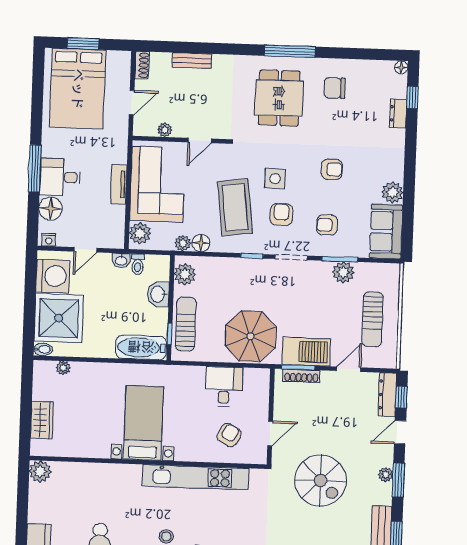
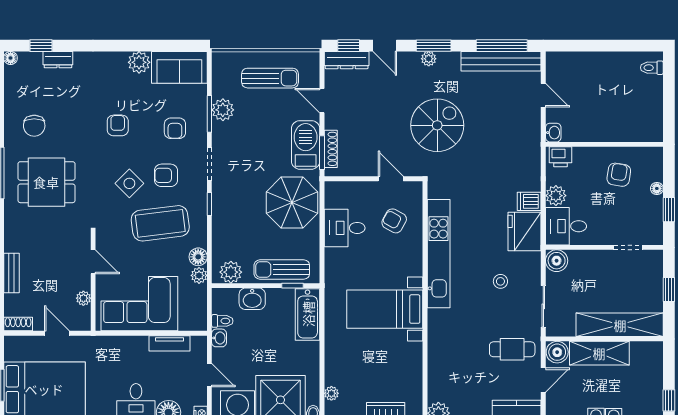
side table: (275, 179) -> (129, 183), turned 45
tv unit: (119, 184) -> (169, 343), moved
plant: (140, 233) -> (190, 320), removed

